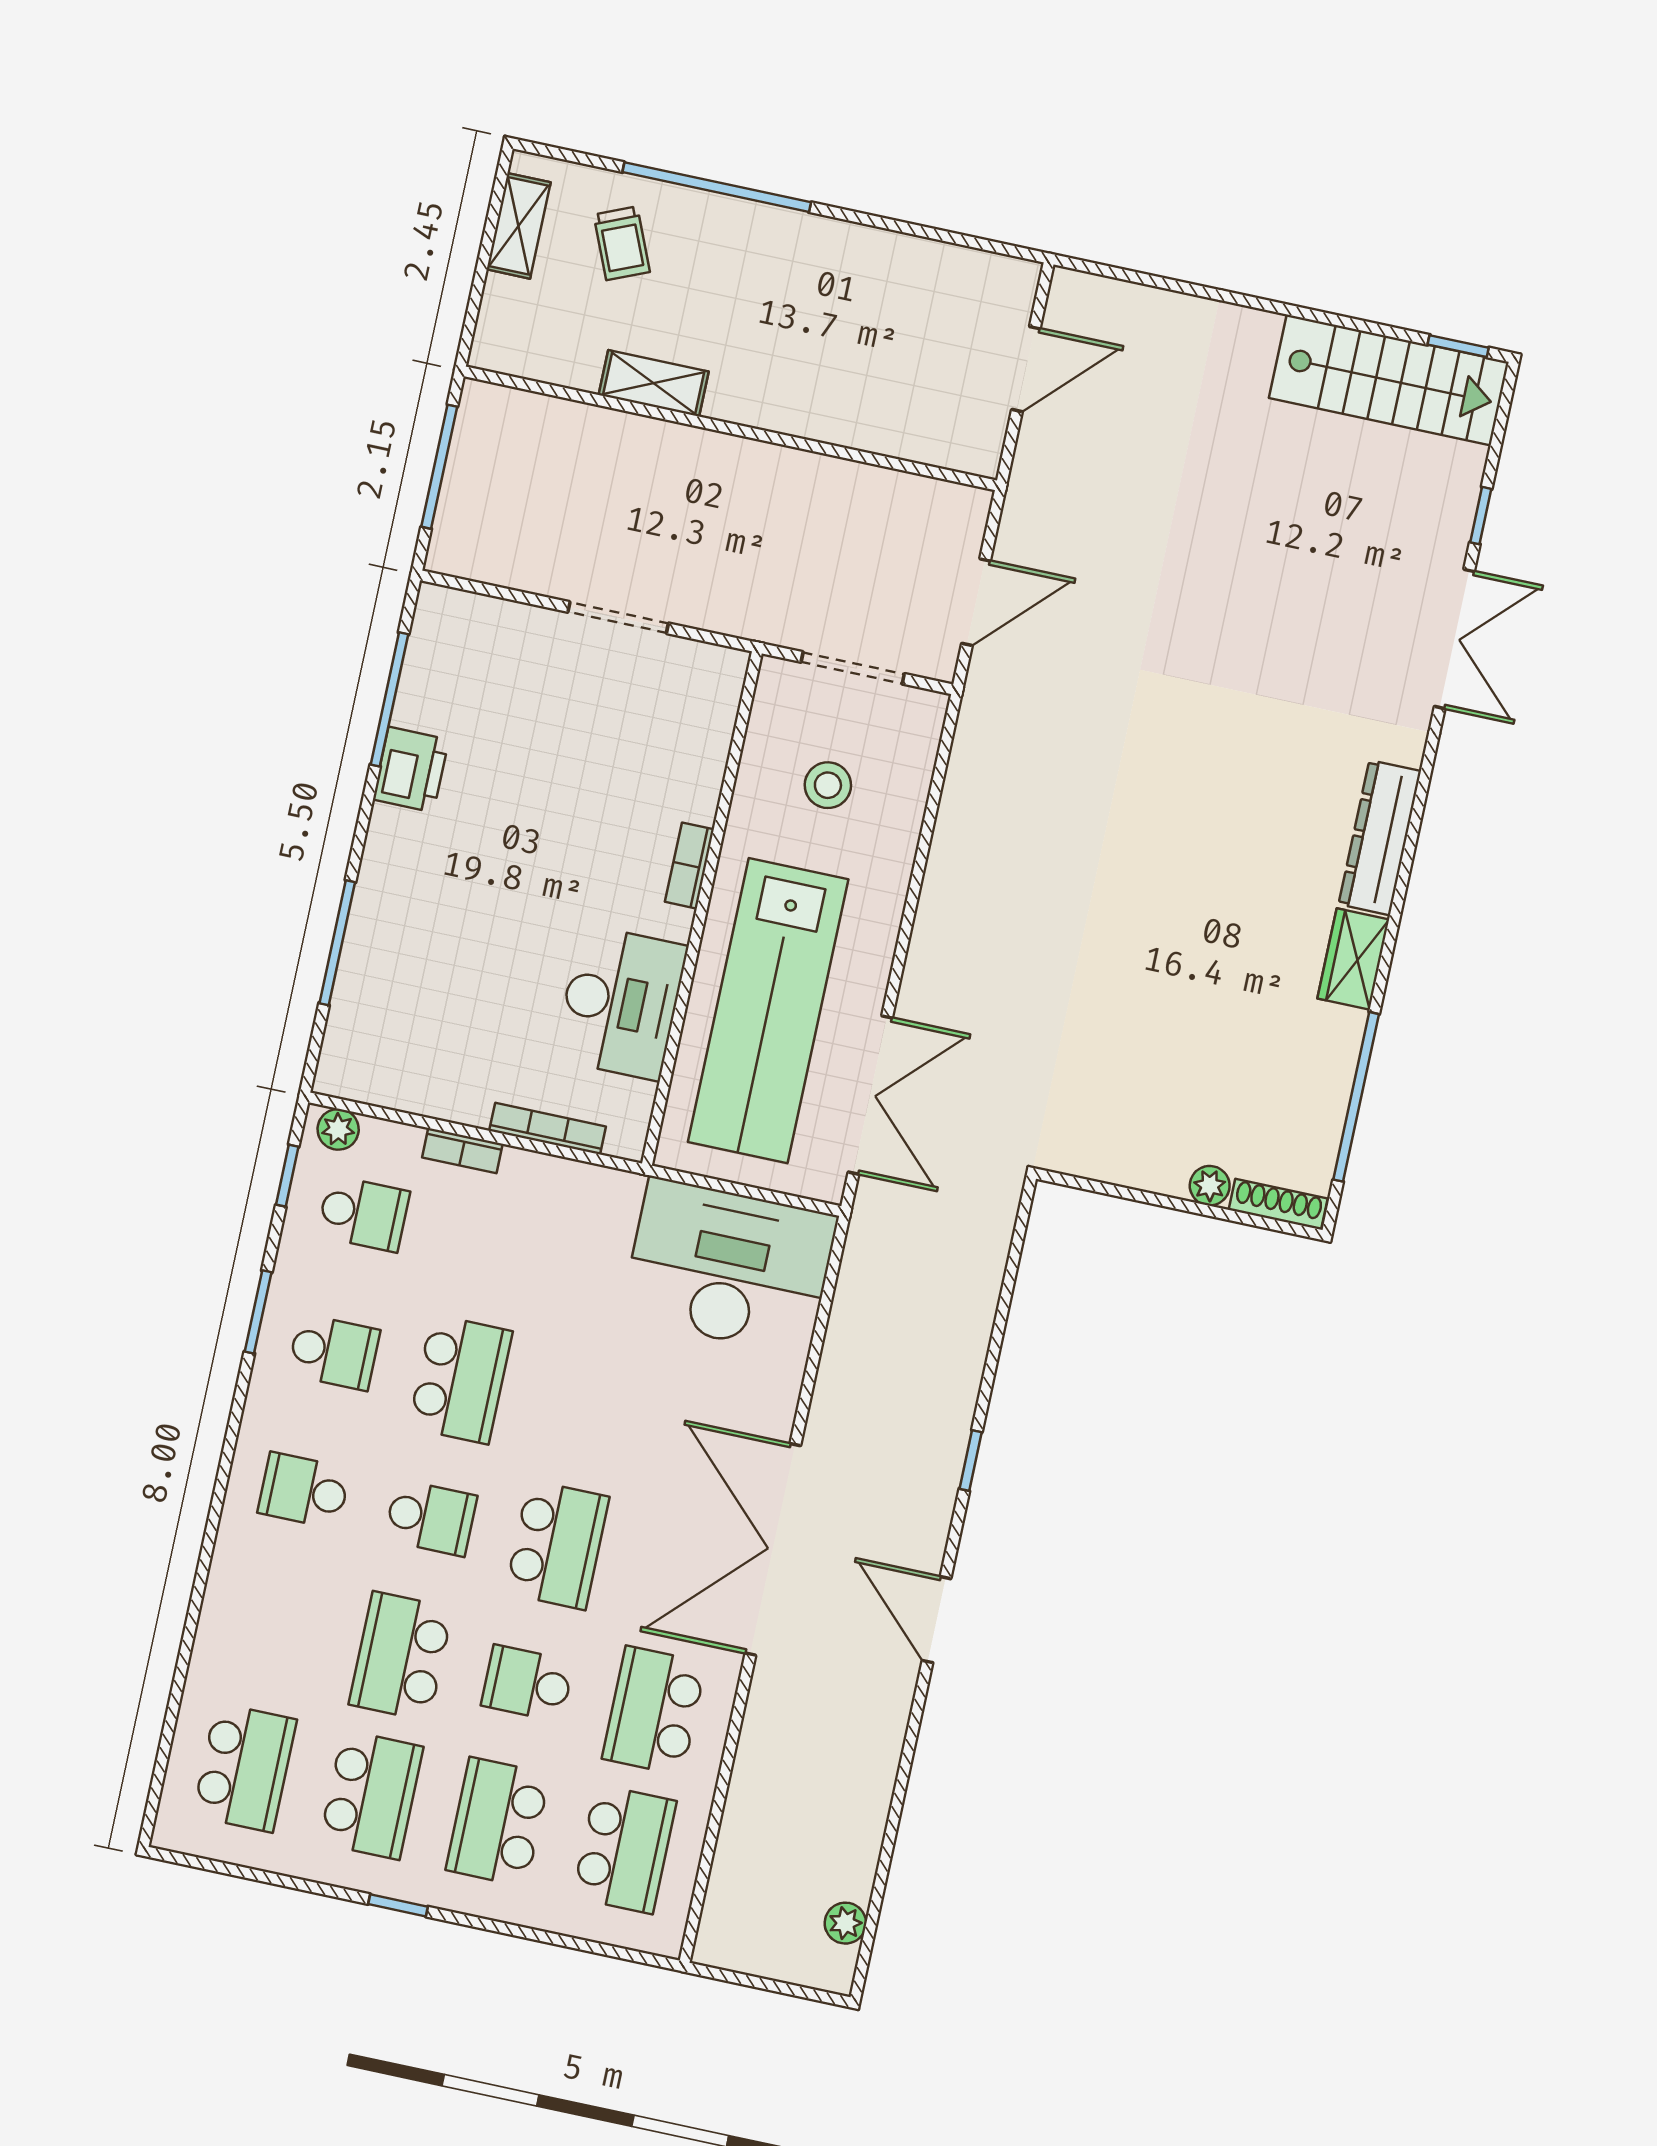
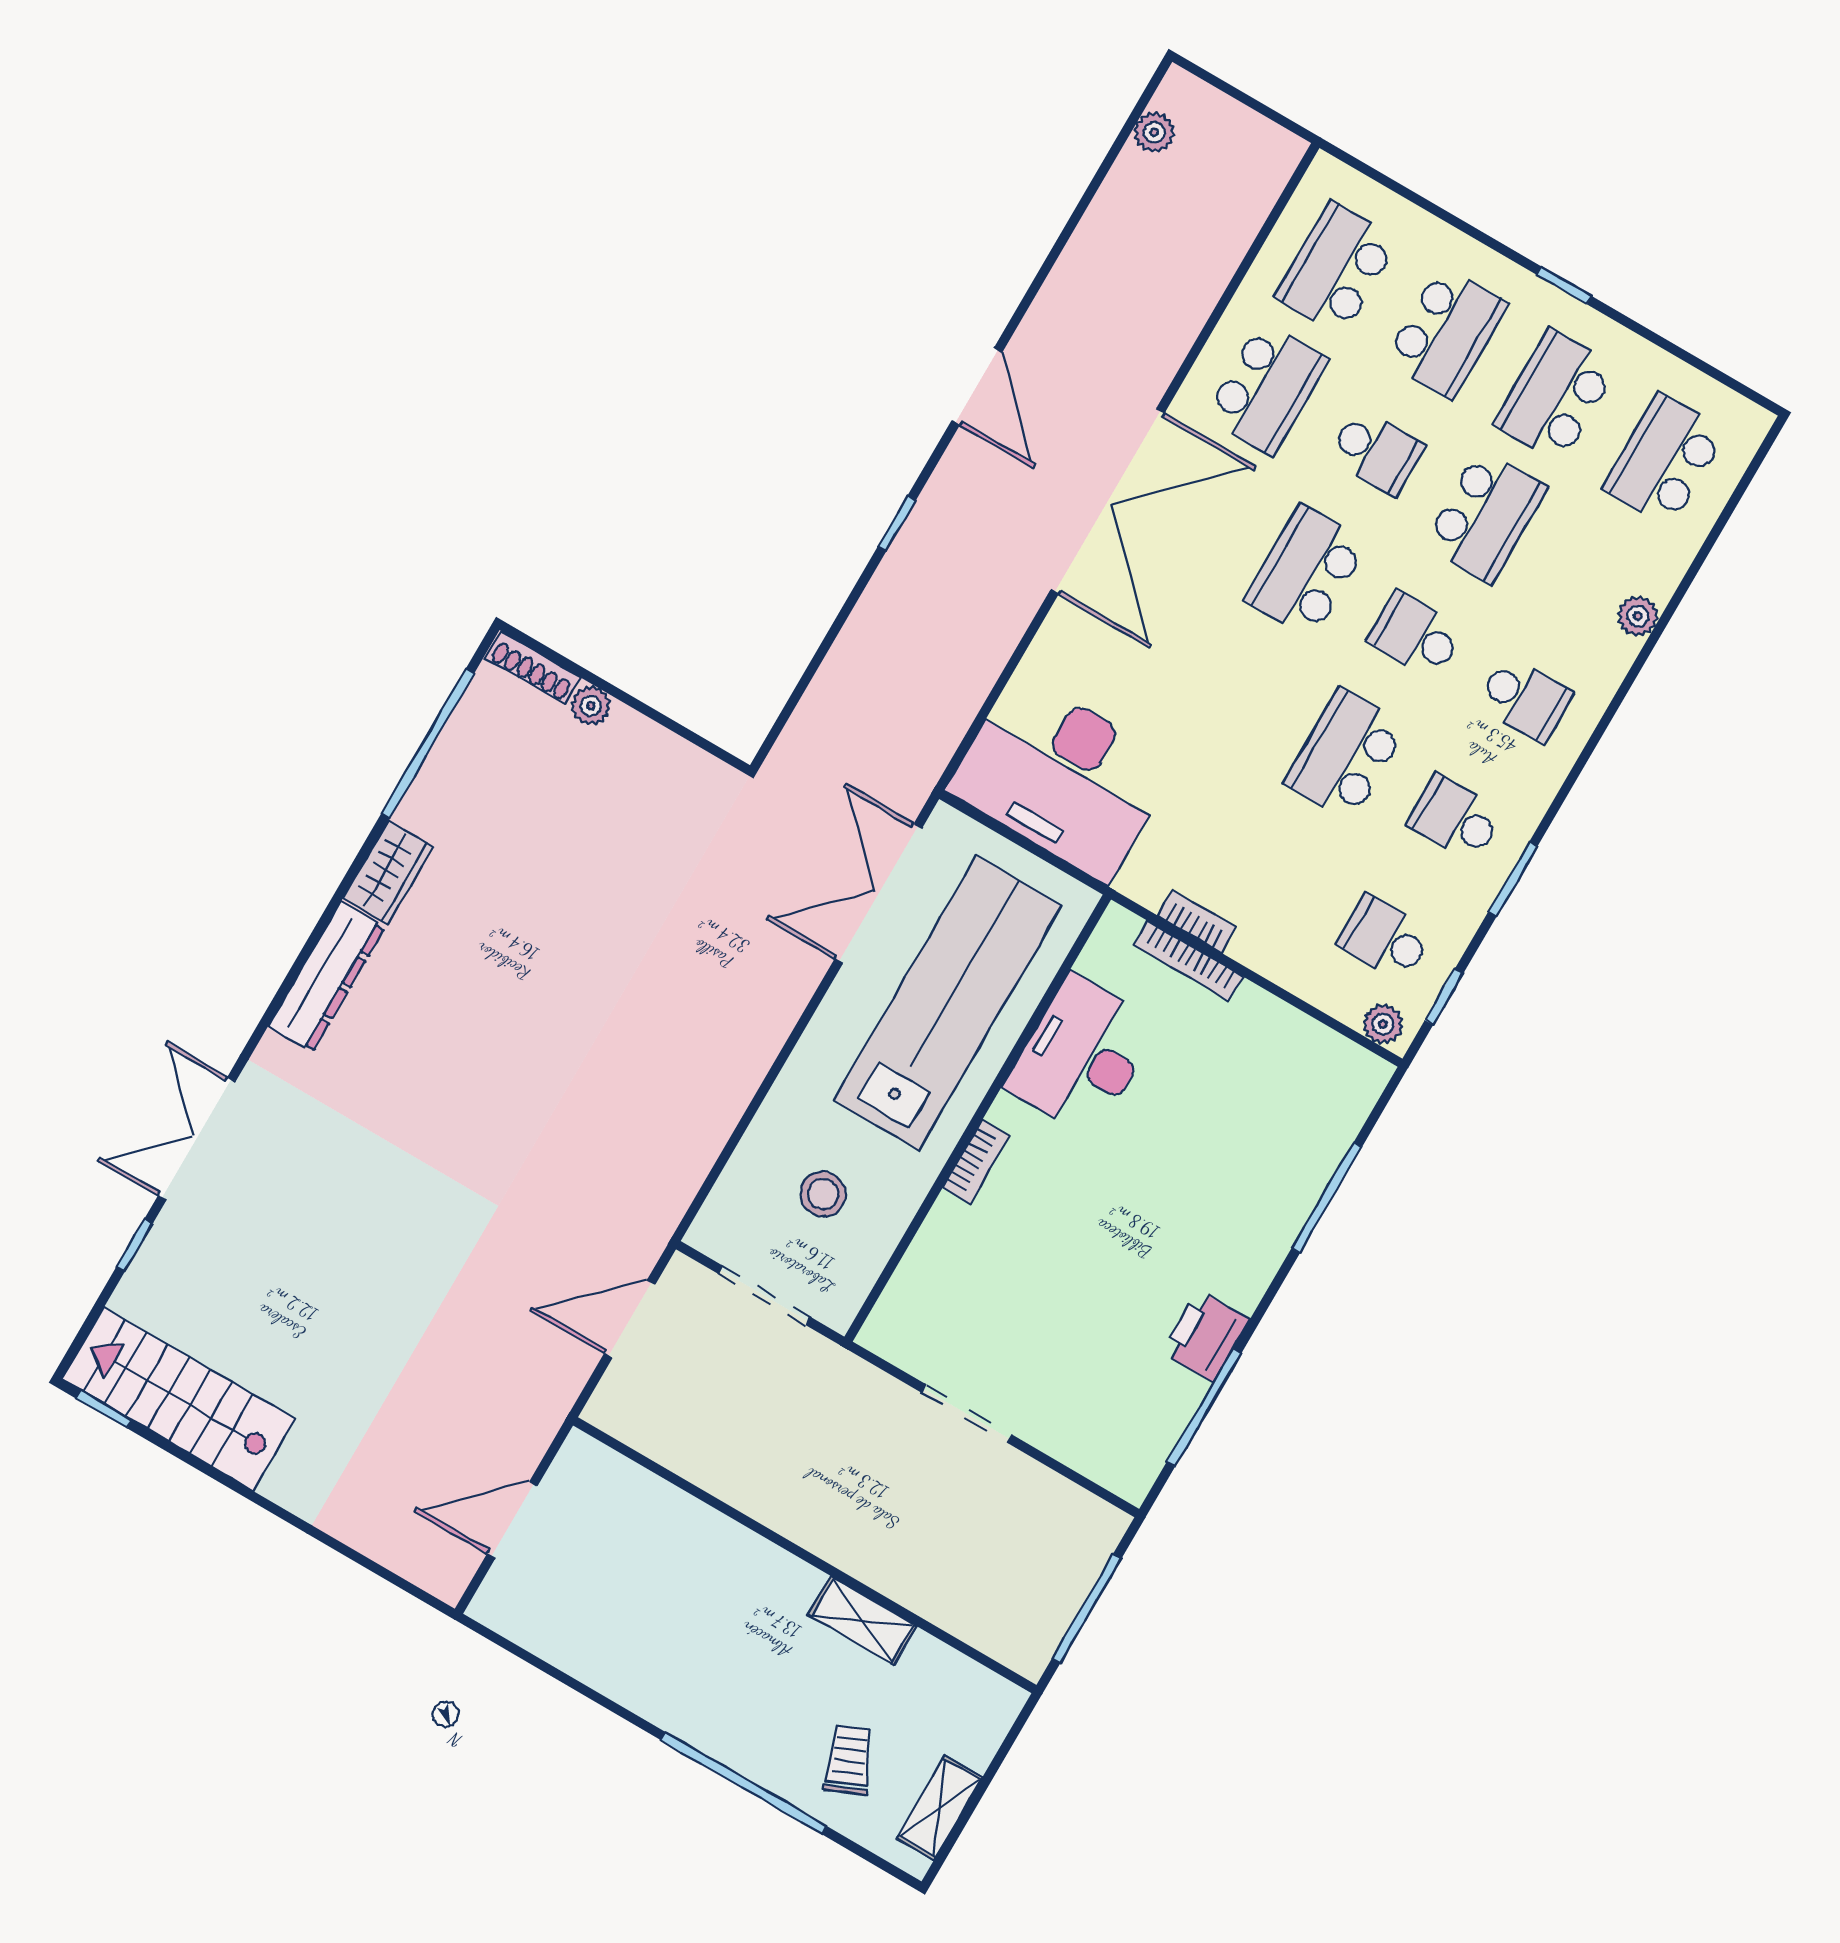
bookcase: (462, 1151) -> (1197, 921), moved
plant: (221, 1607) -> (1638, 616), added

